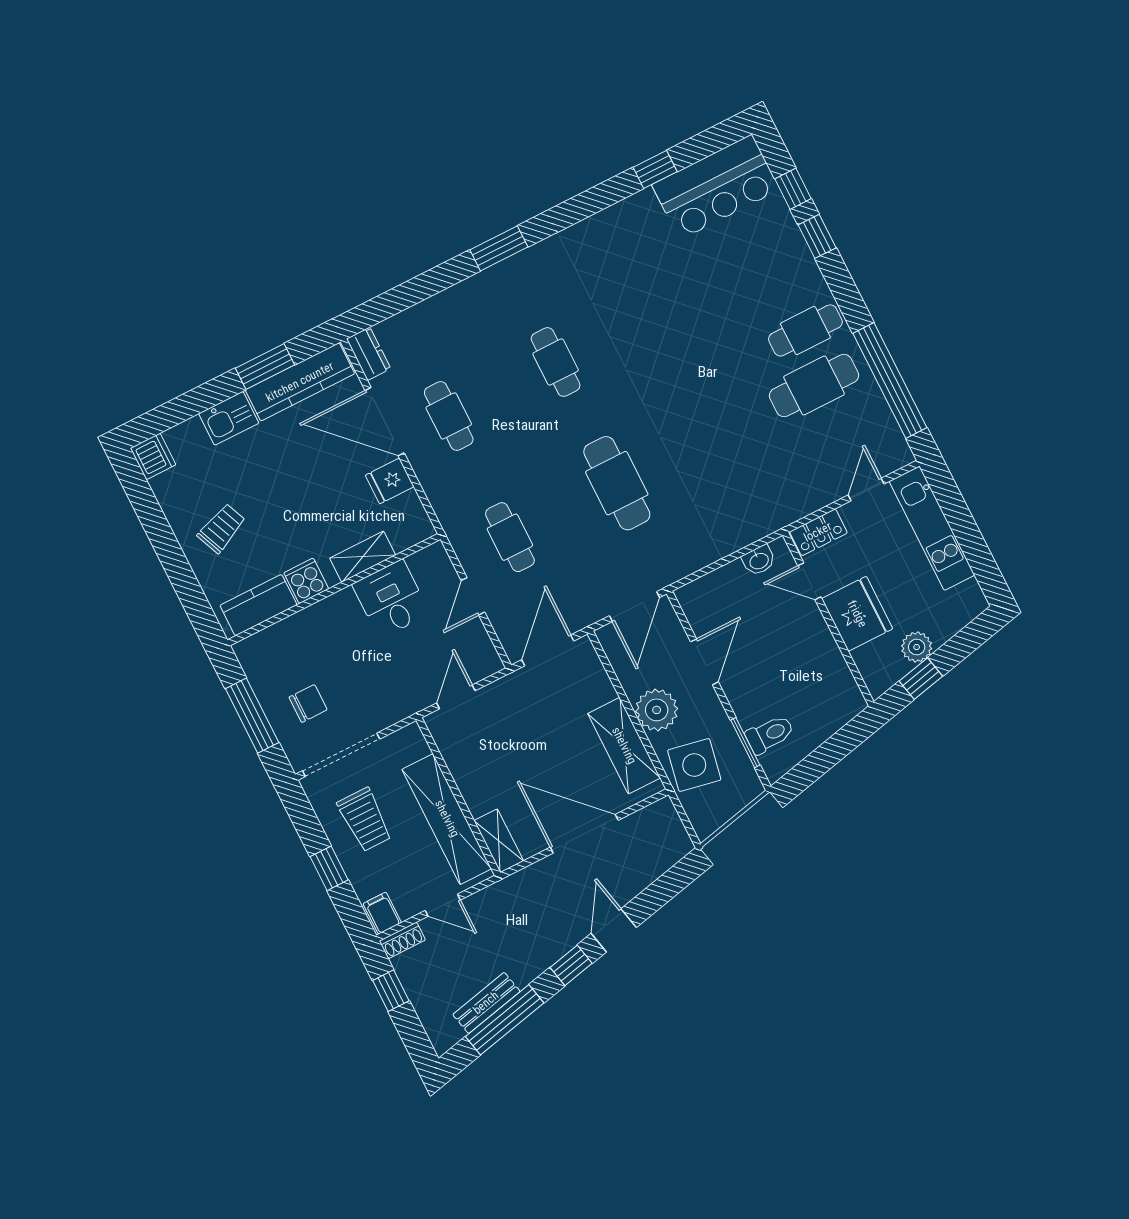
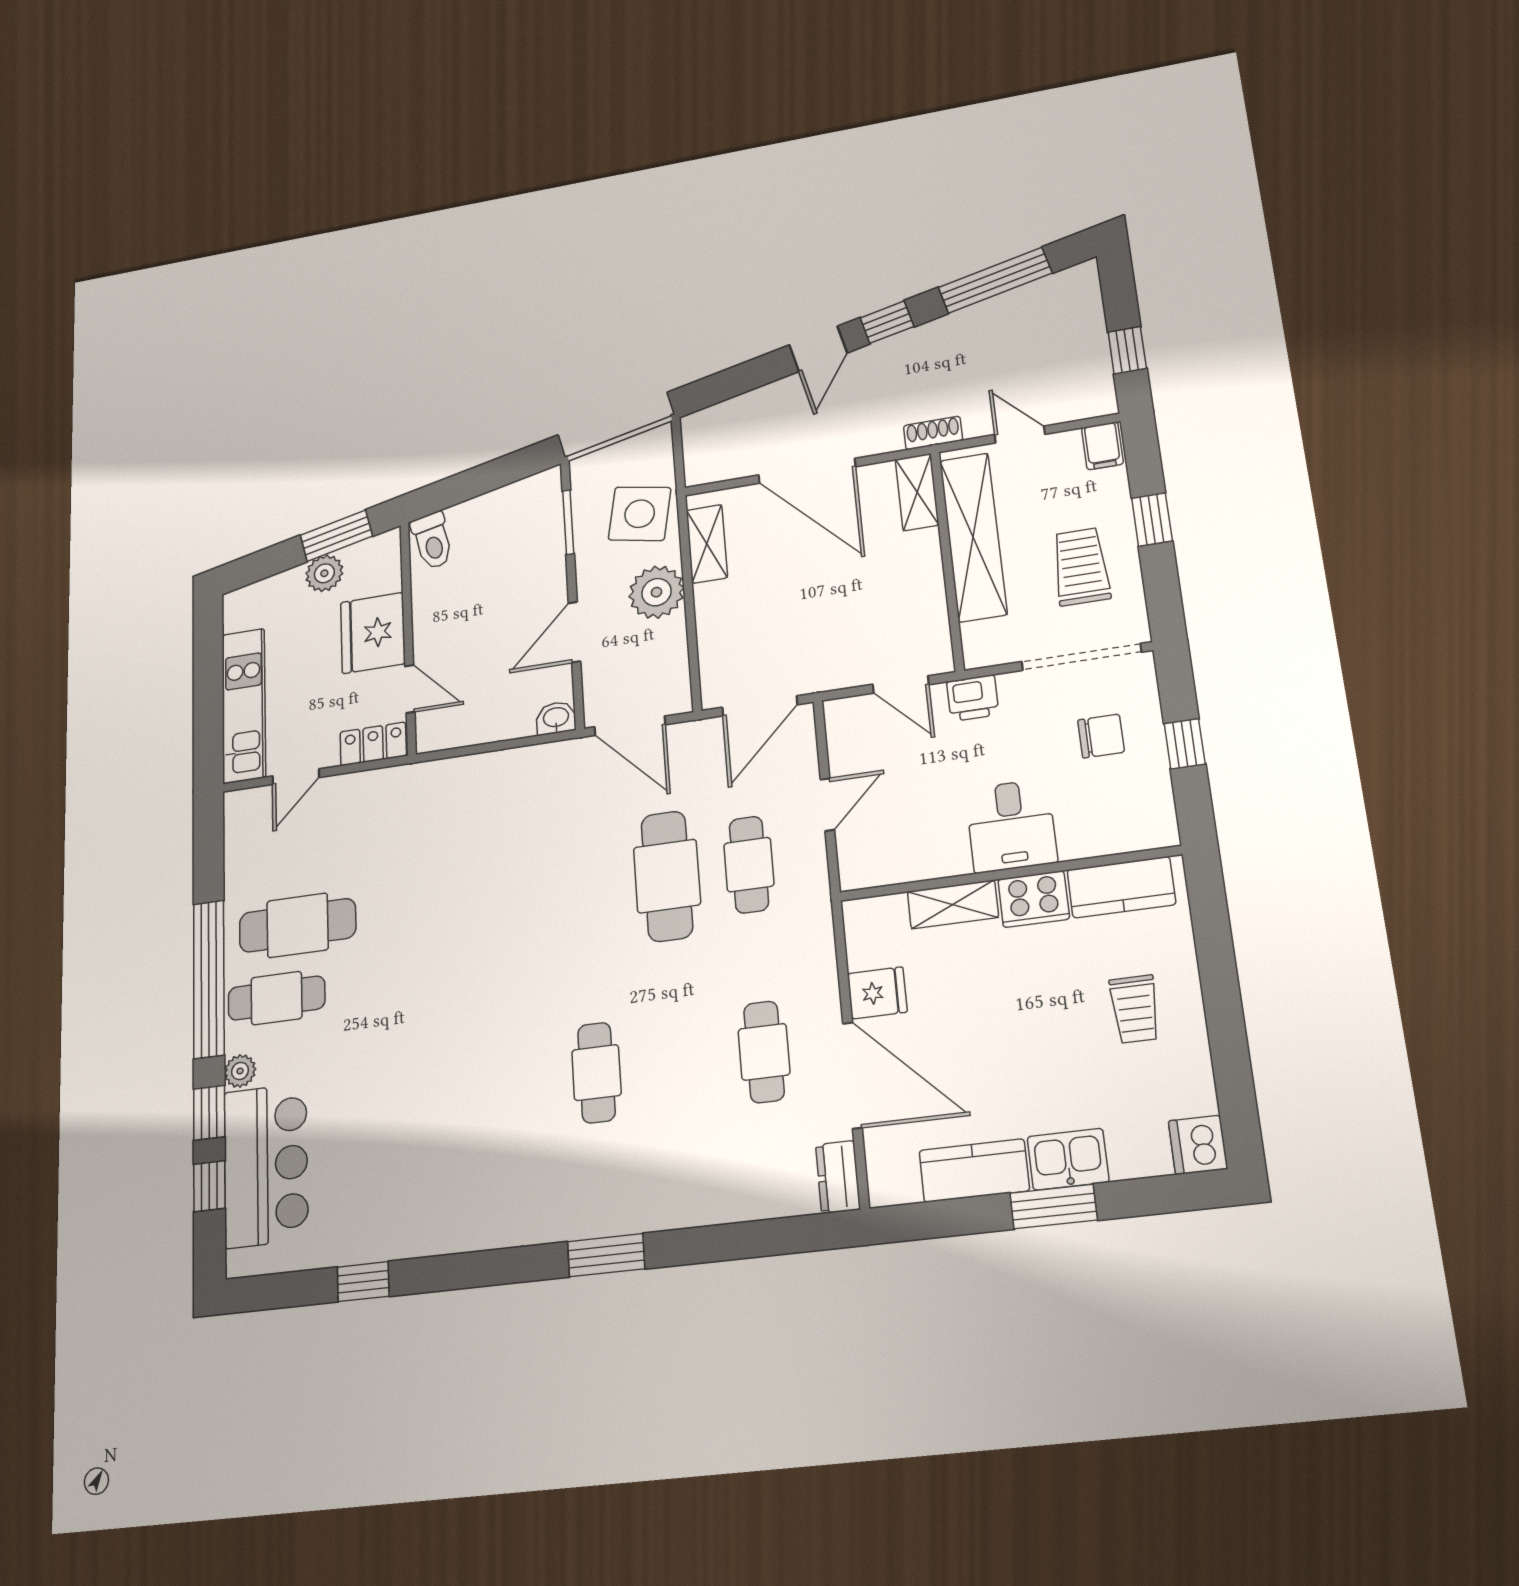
bar counter: (716, 187) -> (266, 1165), moved, turned 90
plant: (808, 272) -> (240, 1071), added
window: (265, 366) -> (1054, 1207), moved
window: (890, 381) -> (209, 979), moved
kitchen counter: (300, 382) -> (974, 1171), width x0.67
cafe table: (617, 483) -> (667, 876), moved
trolley: (222, 528) -> (1135, 1009), turned -67
washbasin: (759, 560) -> (556, 718), moved
cooker: (306, 581) -> (1034, 899), width x1.36
desk: (391, 599) -> (1011, 826), moved
door: (634, 607) -> (630, 726), swing flipped
window: (921, 679) -> (336, 536), width x1.50
door: (456, 697) -> (901, 684), hinge flipped
chair: (308, 703) -> (1101, 736), turned 180
printer: (403, 703) -> (973, 698), added
window: (252, 716) -> (1185, 744), width x0.46
toilet: (770, 734) -> (432, 541), moved, turned -103
shelving: (624, 746) -> (707, 544), width x0.67, depth x0.75
shoe rack: (402, 940) -> (933, 433), moved
bench: (486, 1003) -> (1010, 305), removed

